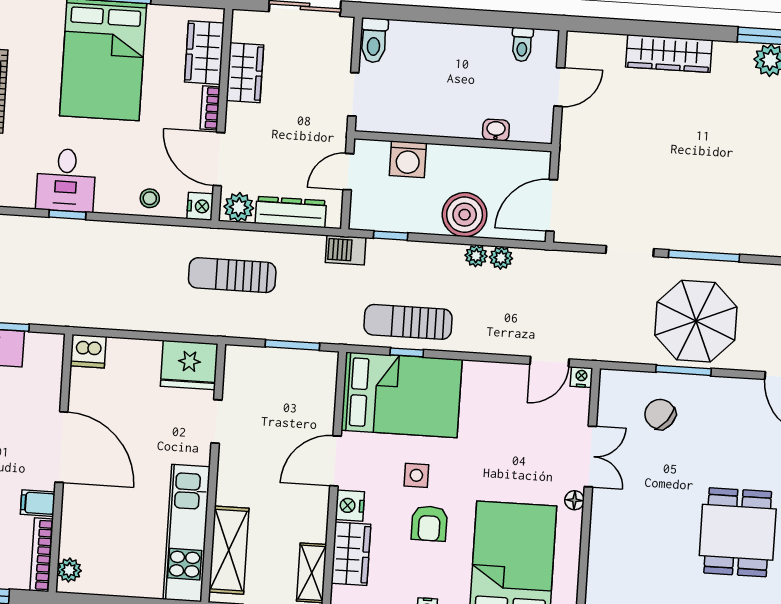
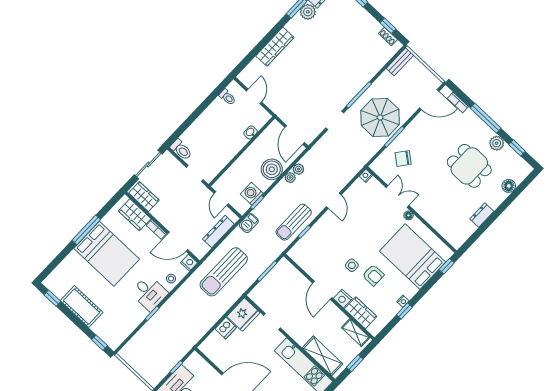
wardrobe: (245, 73) -> (144, 197), moved
washing machine: (408, 159) -> (252, 194), moved, turned 180
desk: (66, 180) -> (149, 293), moved
plant: (239, 207) -> (201, 249), removed
sun lounger: (232, 275) -> (224, 272), width x1.36, depth x1.34
dishwasher: (88, 351) -> (226, 328), moved
door: (550, 362) -> (334, 201), moved
bed: (401, 395) -> (318, 246), removed

